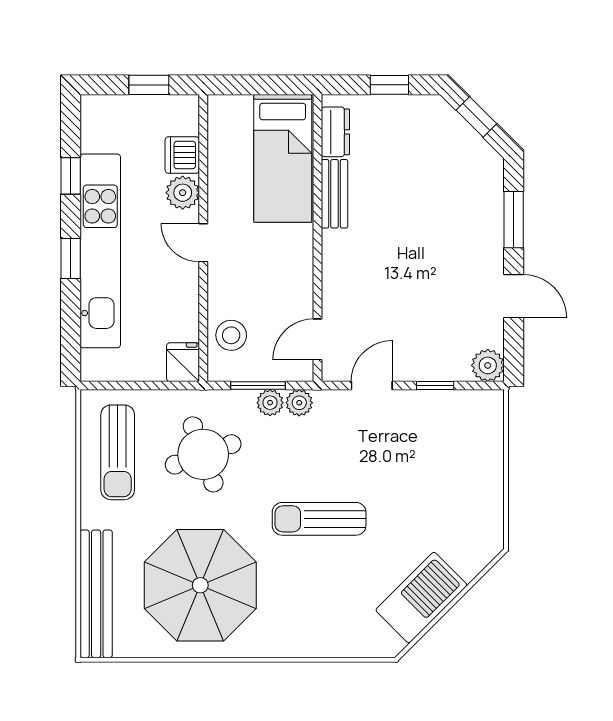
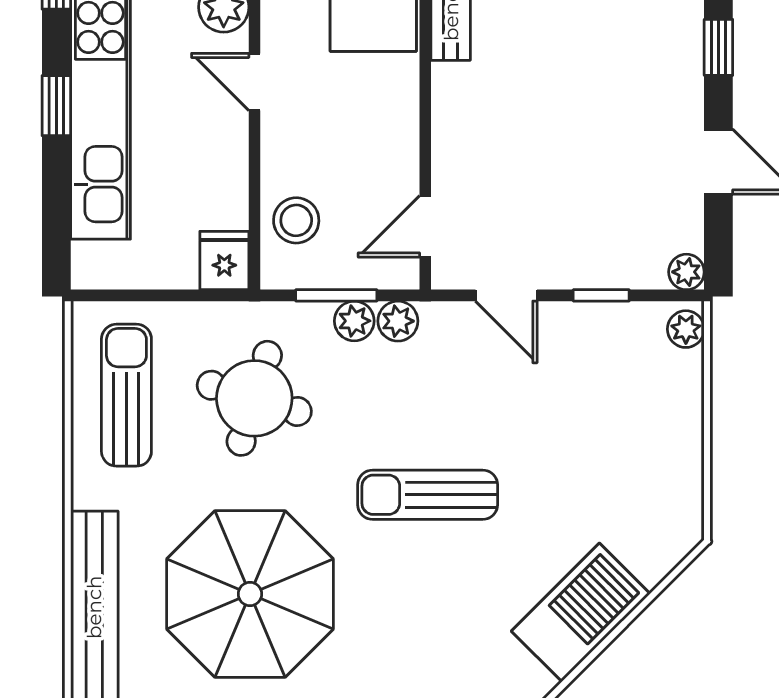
window: (514, 220) -> (718, 47), width x0.67
plant: (488, 365) -> (686, 272), width x0.73, depth x0.73
door: (372, 386) -> (506, 295), swing flipped
plant: (492, 408) -> (686, 329), added
sun lounger: (118, 452) -> (126, 395), turned 180
round table: (203, 454) -> (254, 398), turned 37

